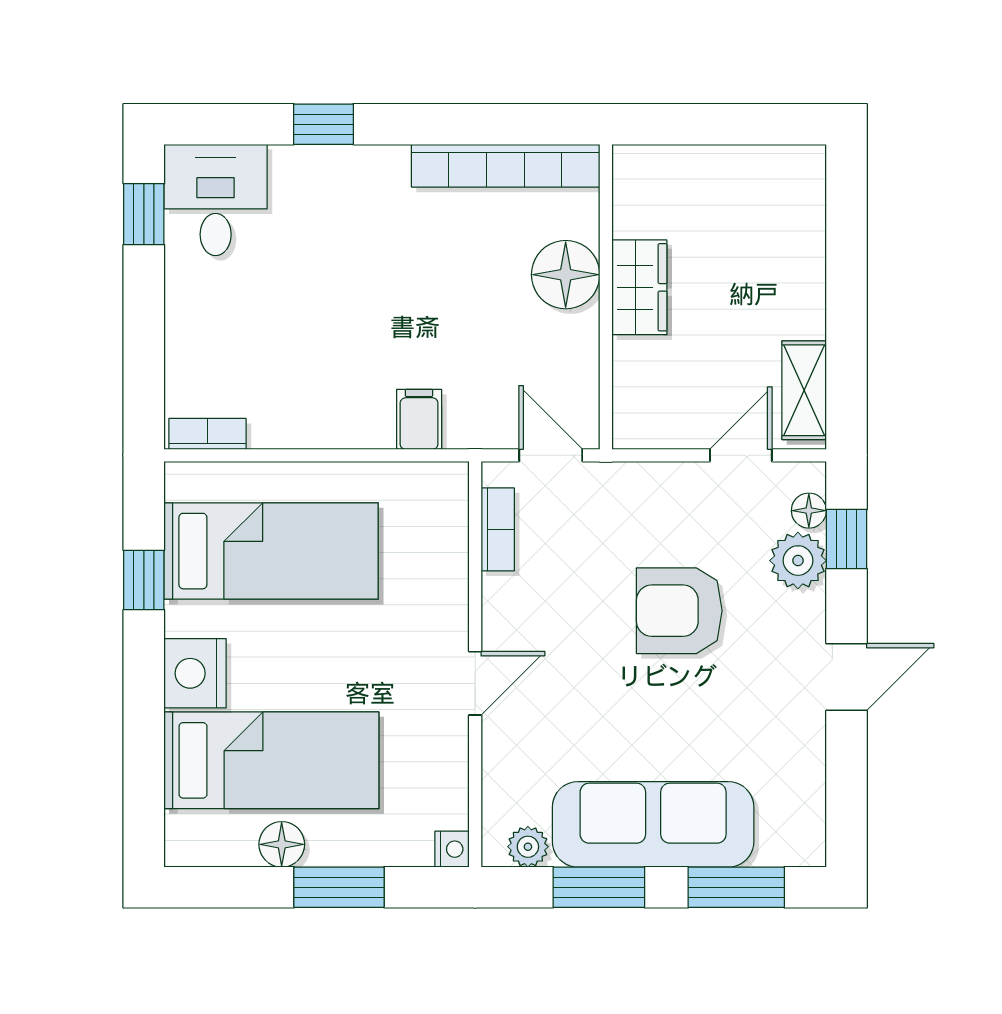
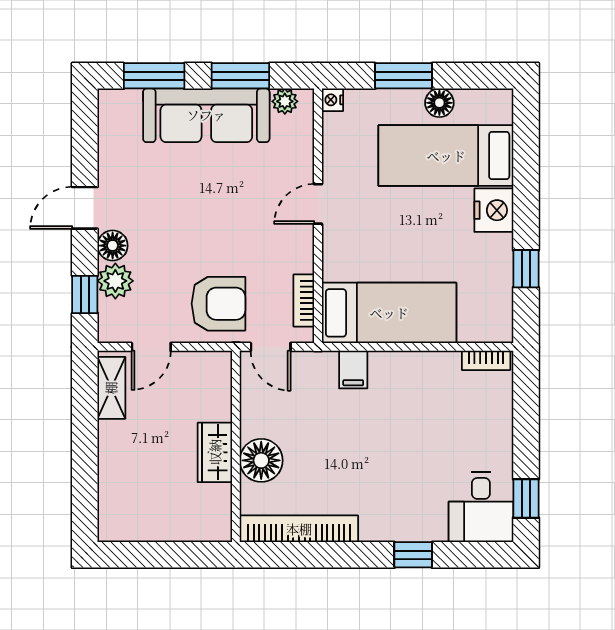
floor lamp: (809, 511) -> (113, 246), moved, width x1.37, depth x1.37
bed: (271, 551) -> (389, 313), moved, turned 180
armchair: (679, 611) -> (218, 304), moved

